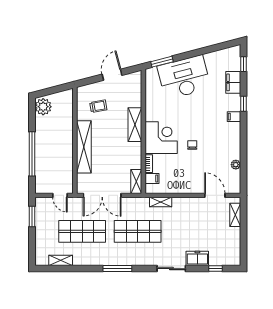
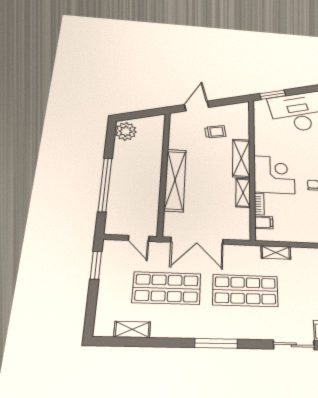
door: (112, 75) -> (197, 106), moved
trolley: (98, 106) -> (215, 132), moved
shelving: (136, 181) -> (243, 193), moved

